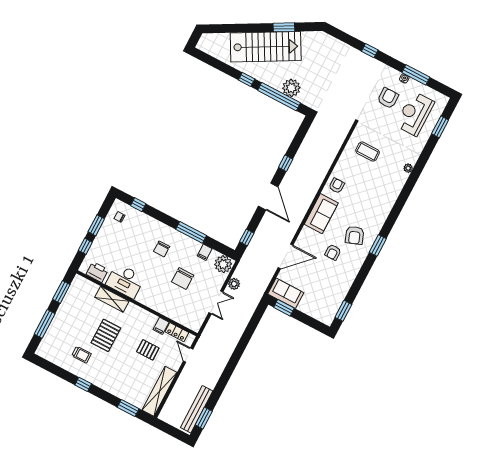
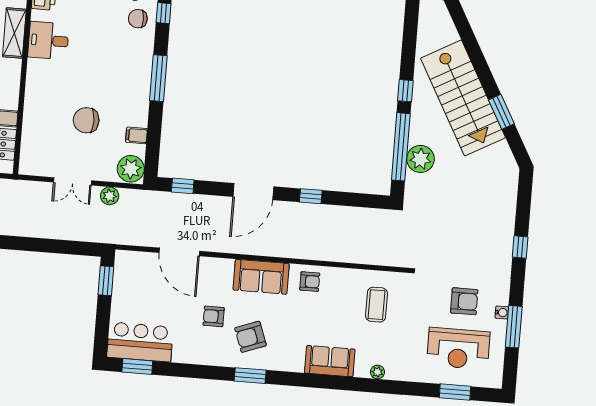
reception desk: (415, 114) -> (458, 348), turned 180
window: (191, 232) -> (158, 78), moved
chair: (162, 249) -> (138, 19), moved
desk: (125, 281) -> (48, 41), width x0.73
sofa: (286, 293) -> (330, 361), moved, turned -90
bar counter: (329, 303) -> (140, 342), added

